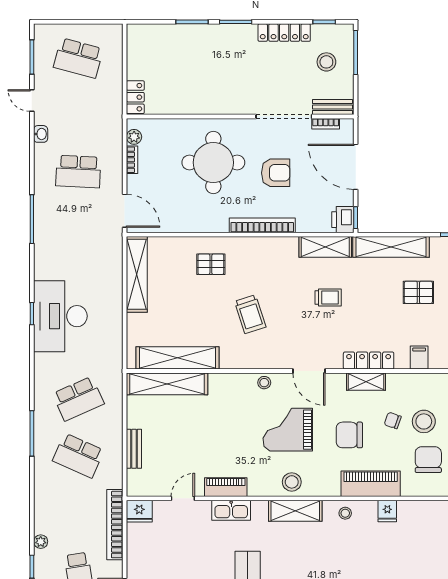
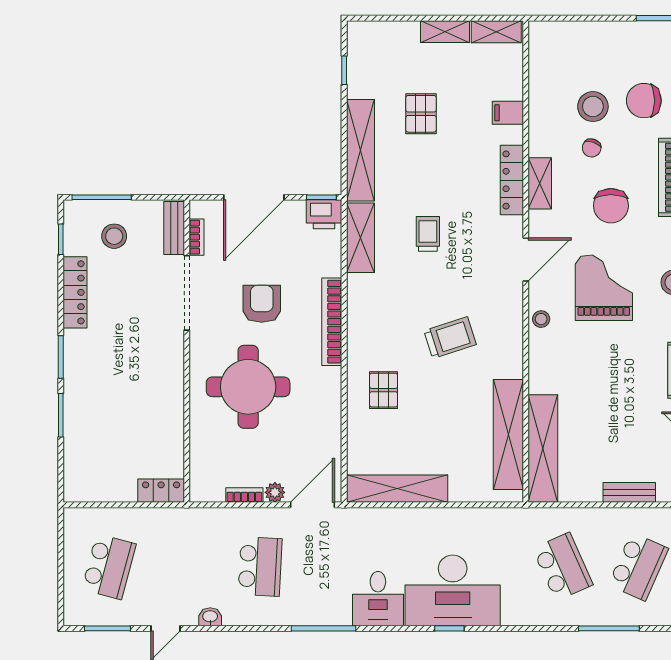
plant: (134, 137) -> (275, 492), moved
desk: (54, 260) -> (378, 599), added
grand piano: (288, 430) -> (604, 288), turned 180

